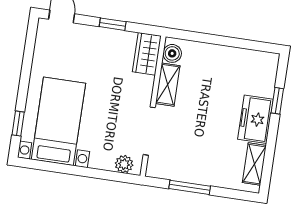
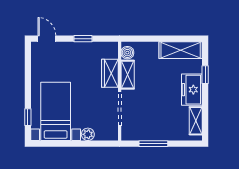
wardrobe: (147, 54) -> (110, 73), moved
shelving: (248, 61) -> (181, 50), added
plant: (124, 164) -> (88, 134), moved

